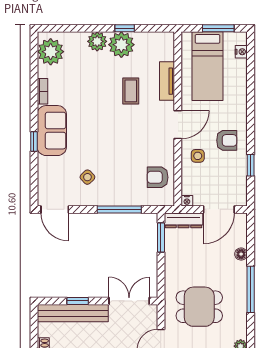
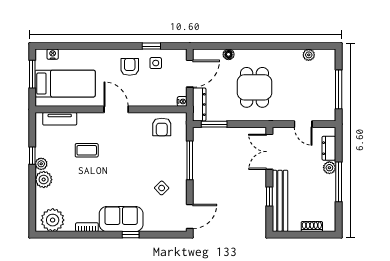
plant: (121, 45) -> (41, 164), width x0.53, depth x0.53
tv unit: (167, 81) -> (60, 119), moved
side table: (198, 156) -> (156, 63), moved
door: (219, 209) -> (190, 74), hinge flipped
window: (251, 289) -> (259, 46), removed
dining table: (199, 307) -> (254, 87), moved

